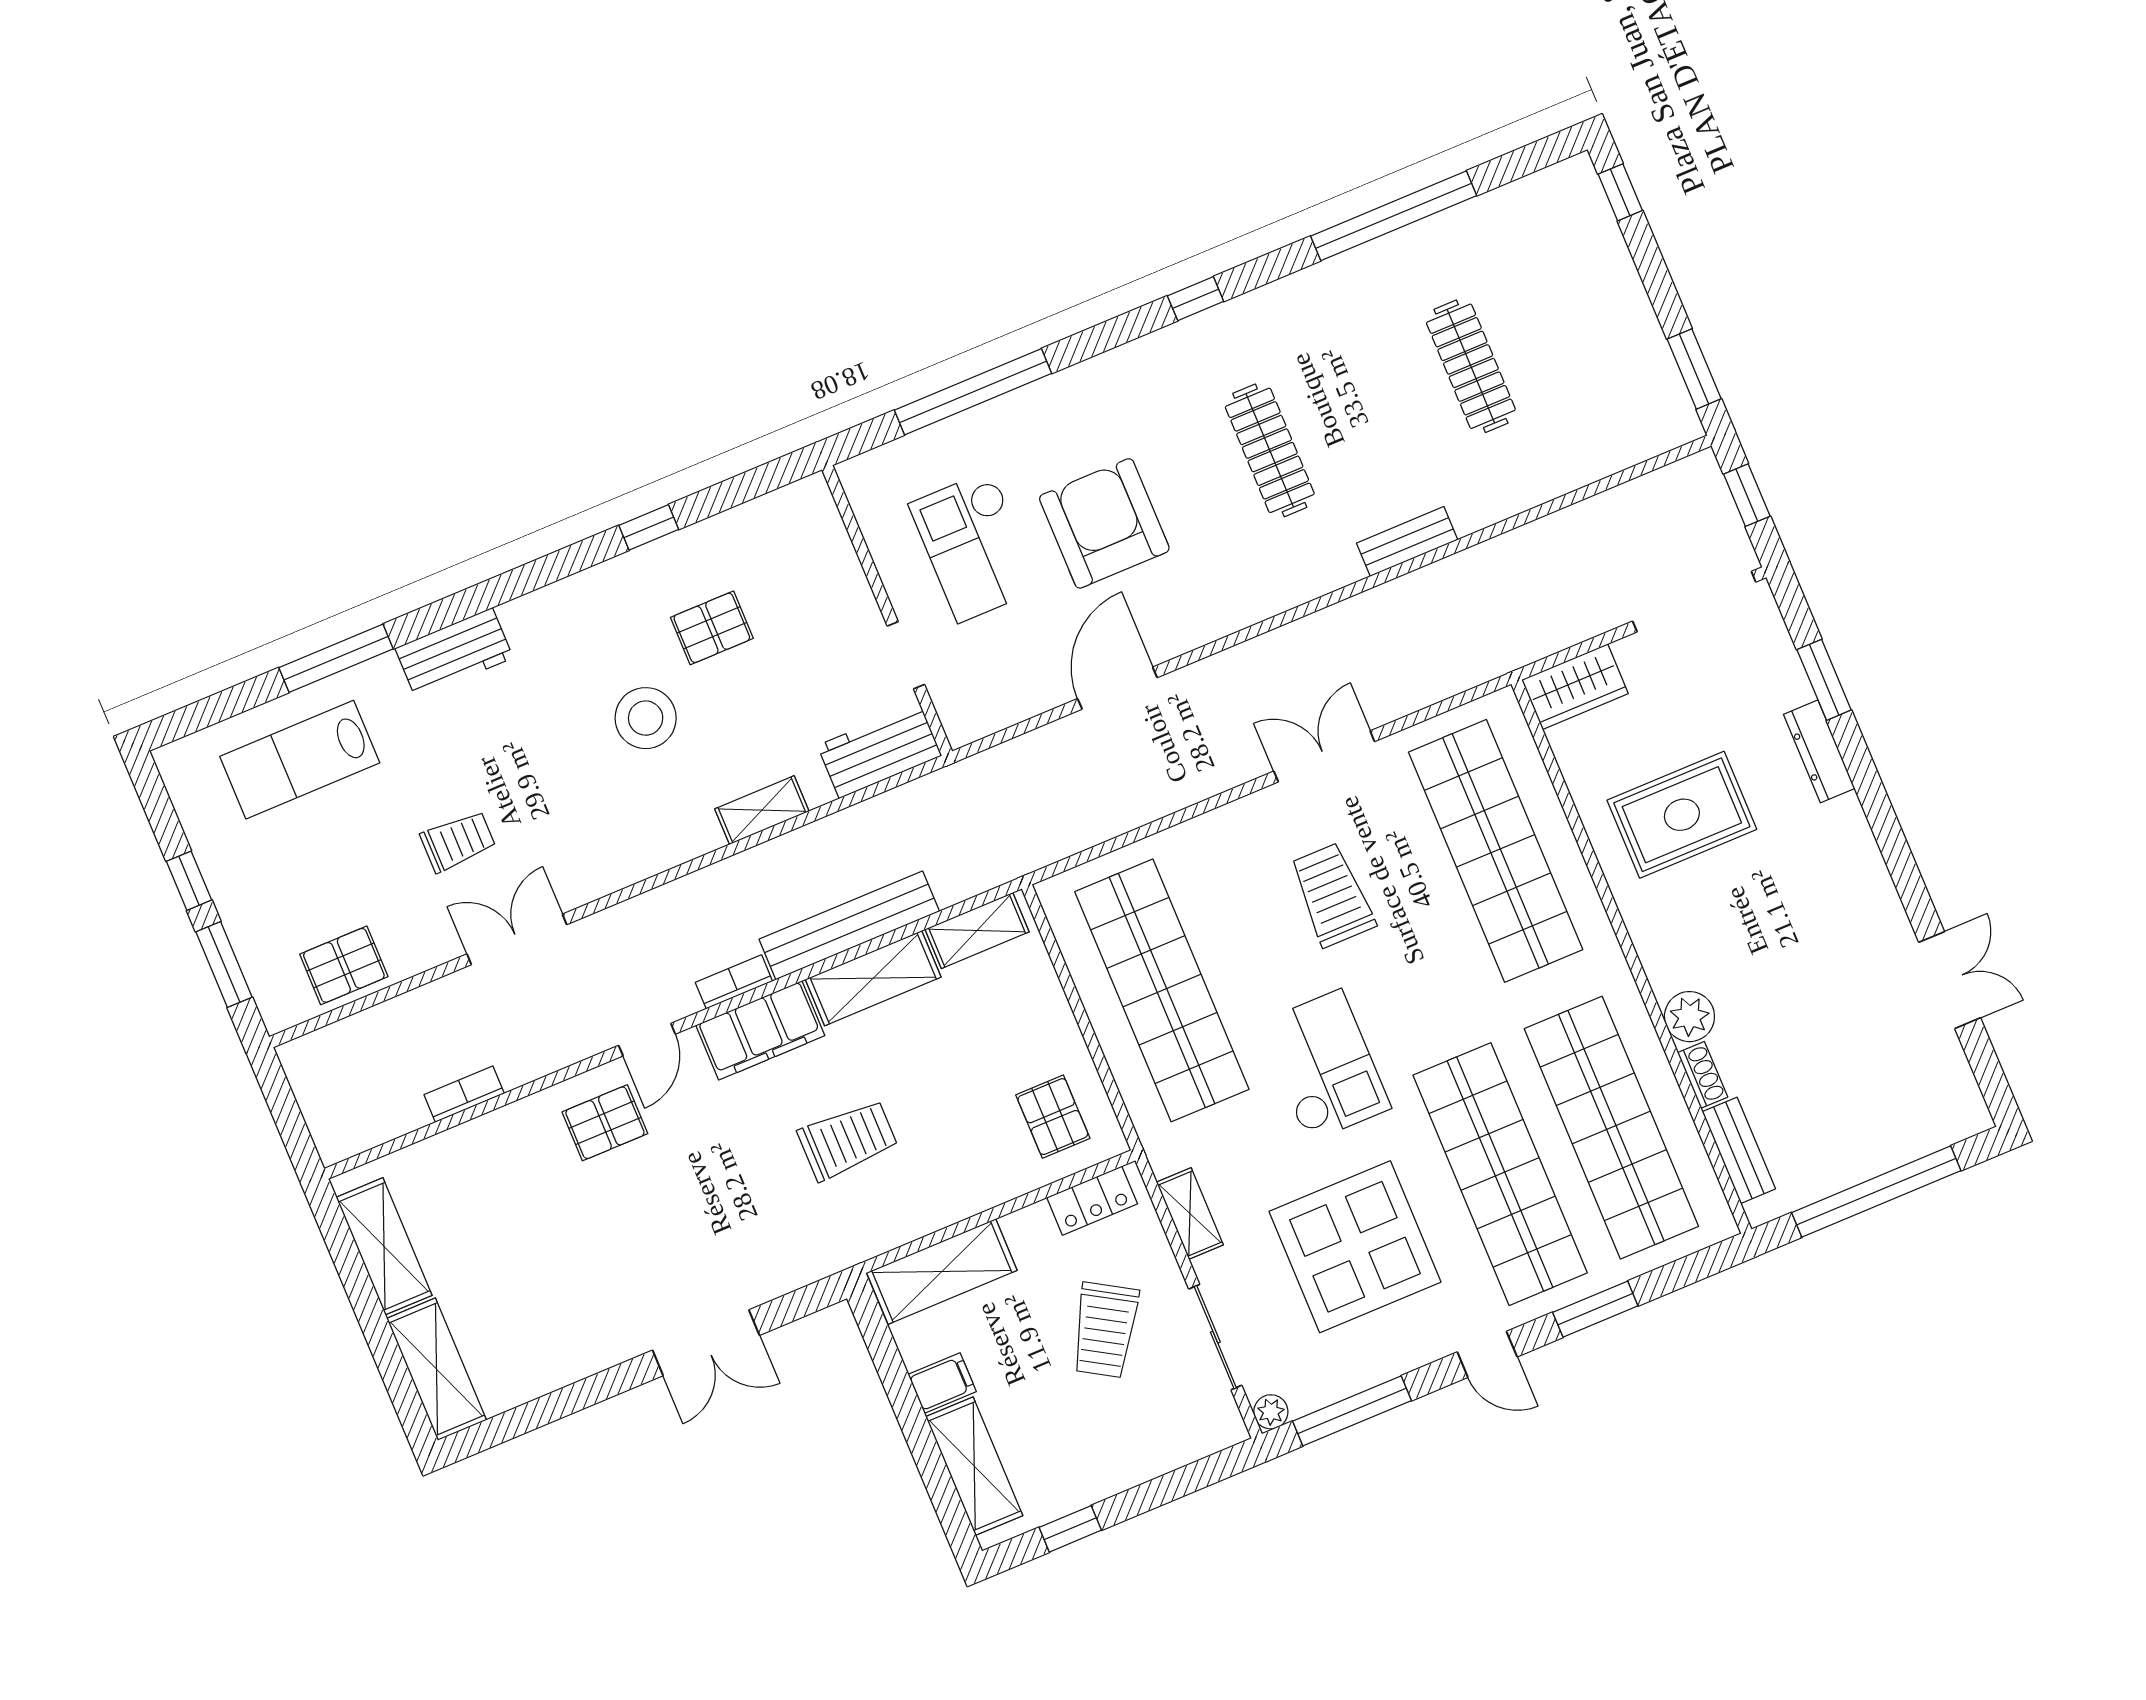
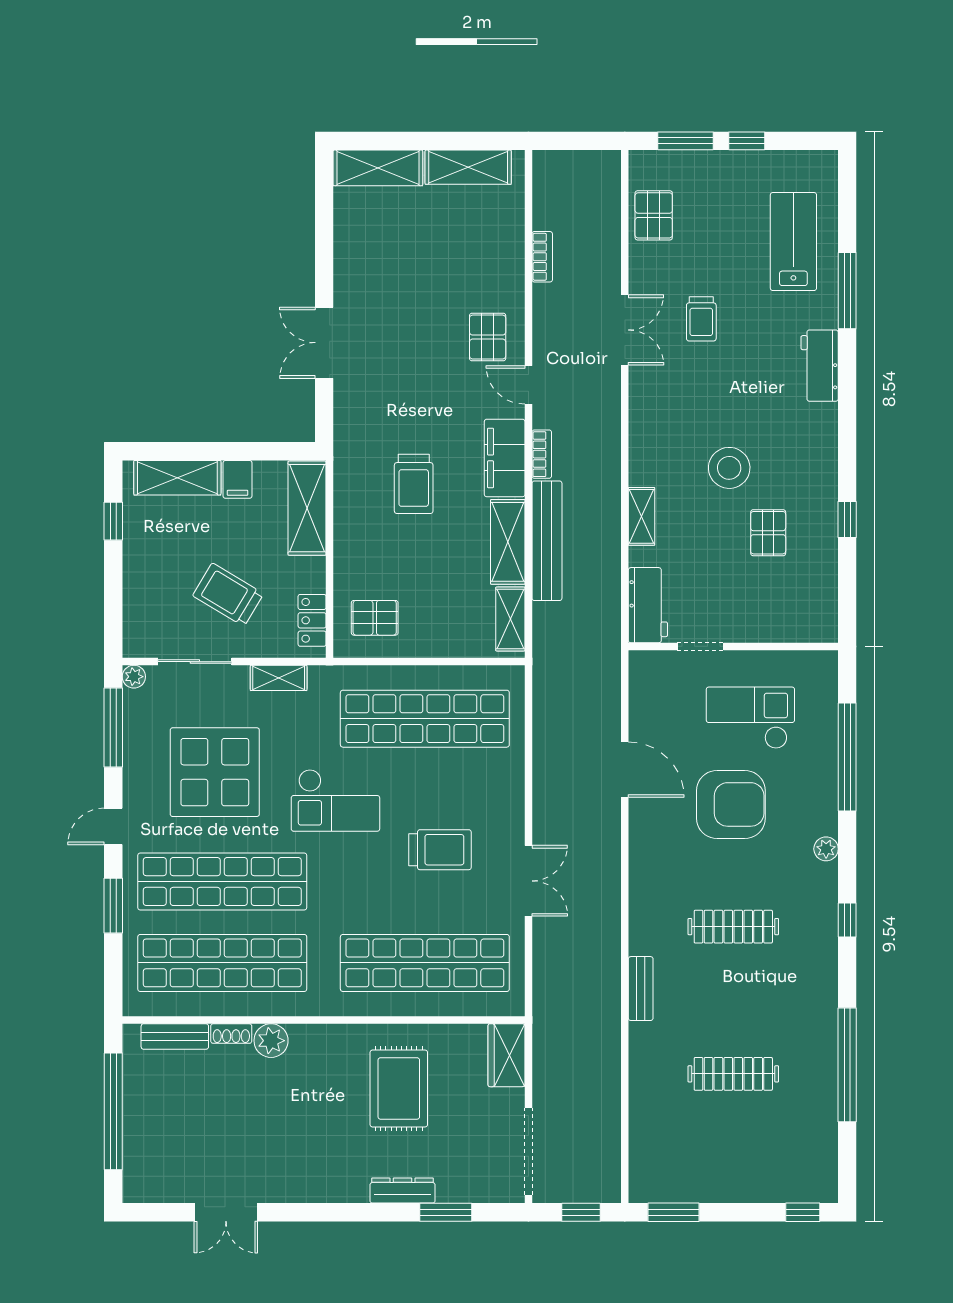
plant: (1111, 368) -> (826, 849), added

